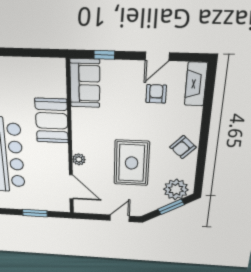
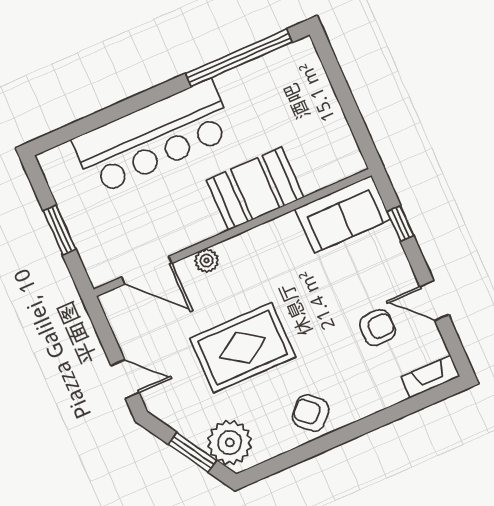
fireplace: (196, 84) -> (431, 377), width x0.73, depth x0.76
door: (71, 187) -> (147, 270), hinge flipped

